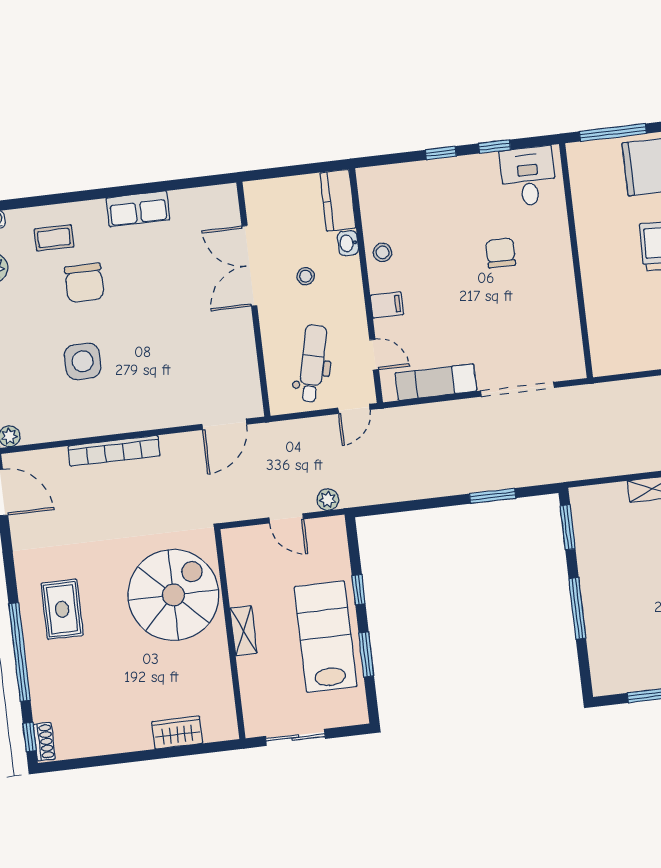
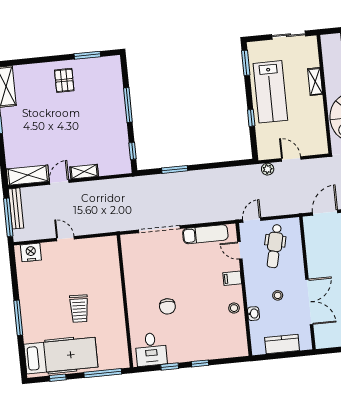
kitchen counter: (338, 200) -> (282, 344), moved, turned -90
window: (568, 527) -> (132, 151), width x0.67
shelving: (243, 631) -> (315, 82), moved
window: (366, 654) -> (246, 63), moved

